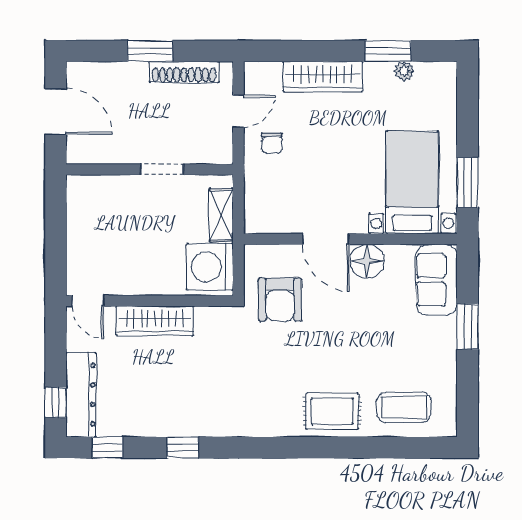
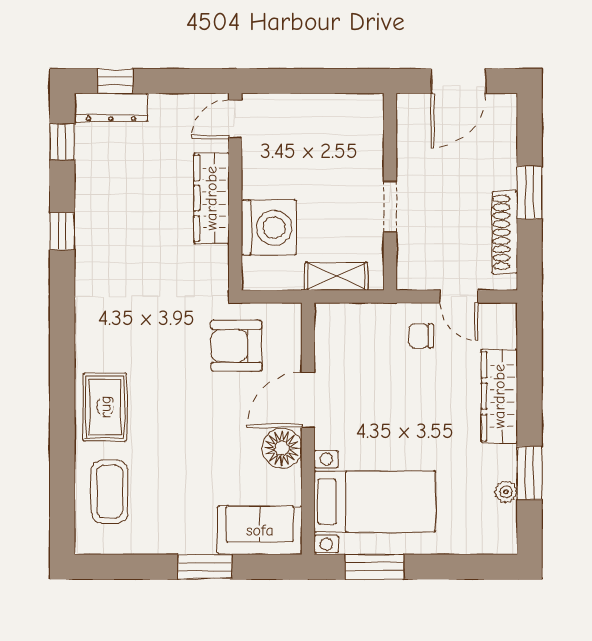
washing machine: (210, 267) -> (269, 228), moved, turned 90
dresser: (81, 395) -> (111, 108), width x0.73, depth x0.80

